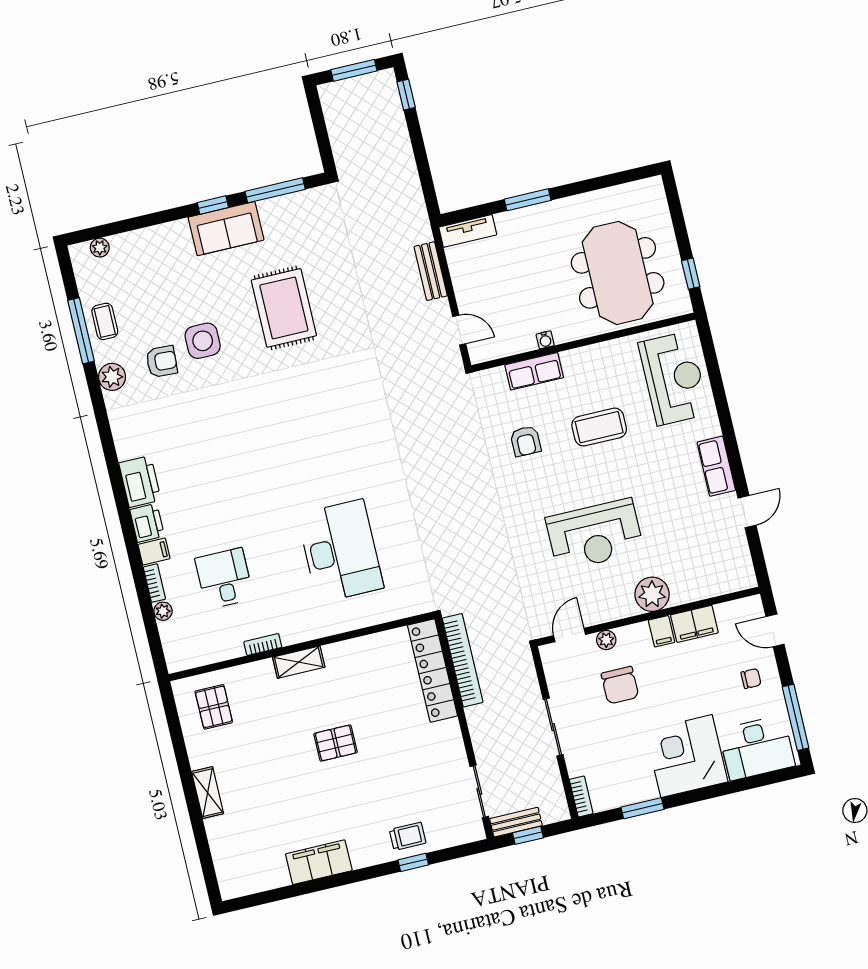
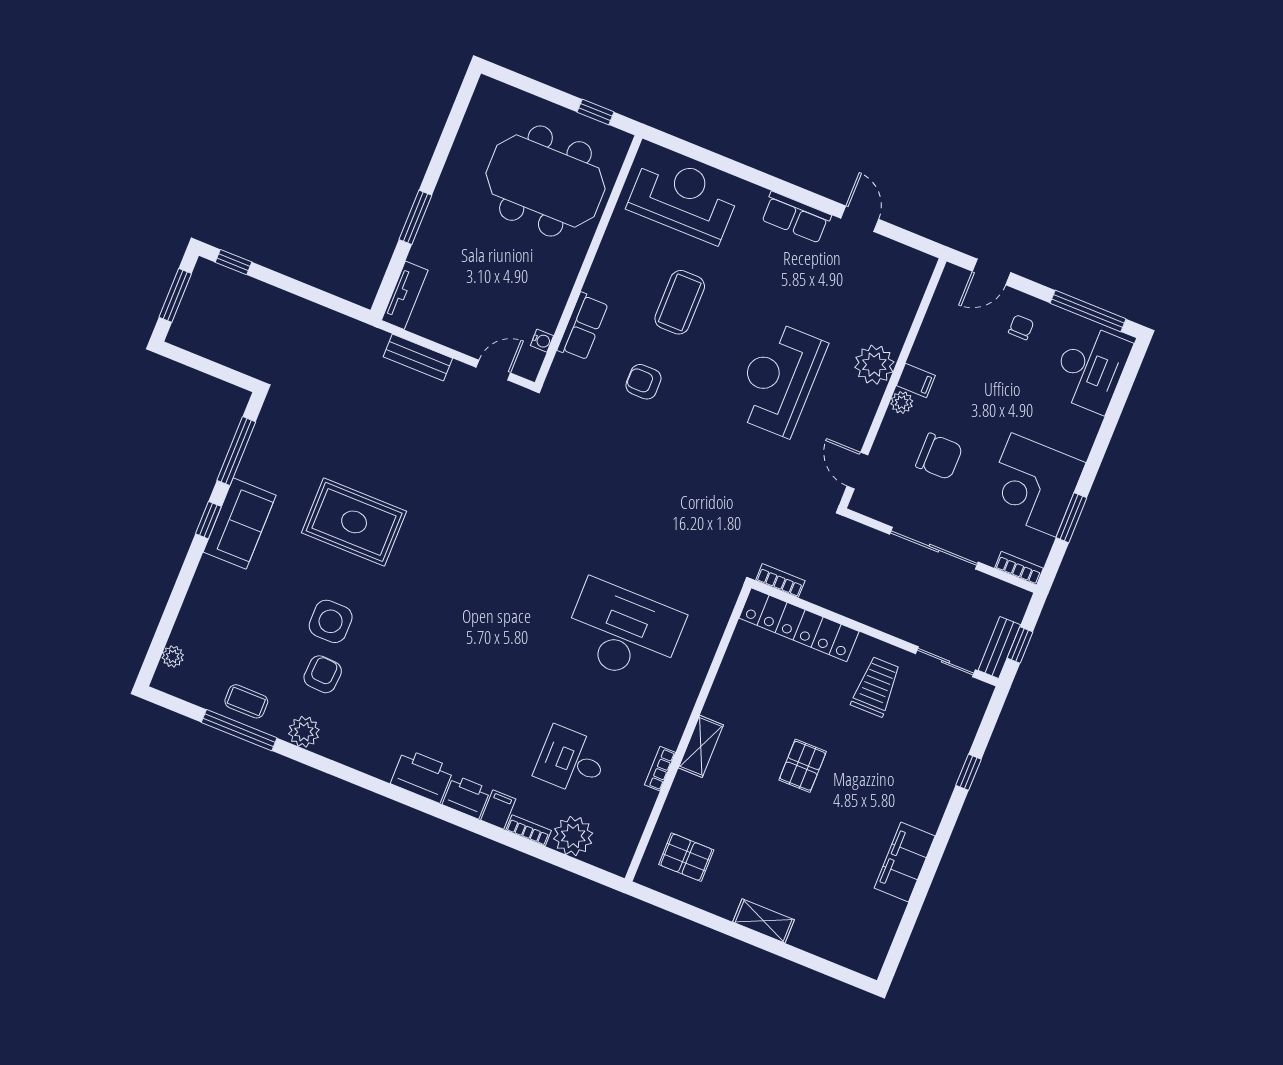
water cooler: (545, 340) -> (542, 341), moved
armchair: (526, 441) -> (643, 382), turned 180
reception desk: (595, 535) -> (779, 379), turned 180
plant: (163, 611) -> (573, 836), width x1.88, depth x1.88
filing cabinet: (694, 624) -> (931, 344), removed
plant: (606, 640) -> (902, 402), moved
bookcase: (463, 660) -> (780, 580), width x0.43, depth x0.76
sliding door: (553, 727) -> (934, 548), width x1.37
corner desk: (687, 756) -> (1034, 485), moved
trolley: (408, 836) -> (876, 687), moved, width x1.36, depth x1.39

